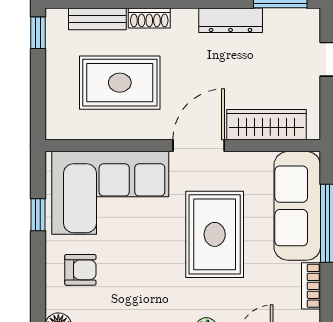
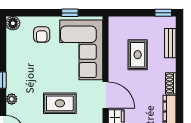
shoe rack: (149, 18) -> (171, 83), moved
rug: (120, 83) -> (138, 55), width x0.73, depth x0.70
rug: (215, 234) -> (60, 103), width x0.73, depth x0.70

